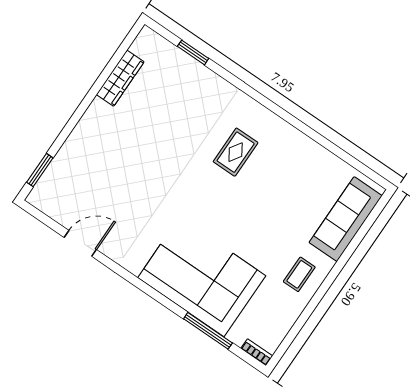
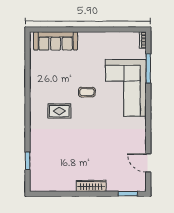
wardrobe: (120, 78) -> (91, 186), moved
door: (80, 243) -> (148, 163), moved
coffee table: (299, 274) -> (87, 92), moved

